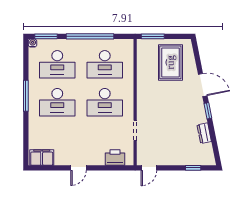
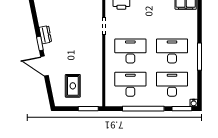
rug: (170, 62) -> (73, 86), width x0.73, depth x0.70
dresser: (204, 133) -> (45, 35), moved

